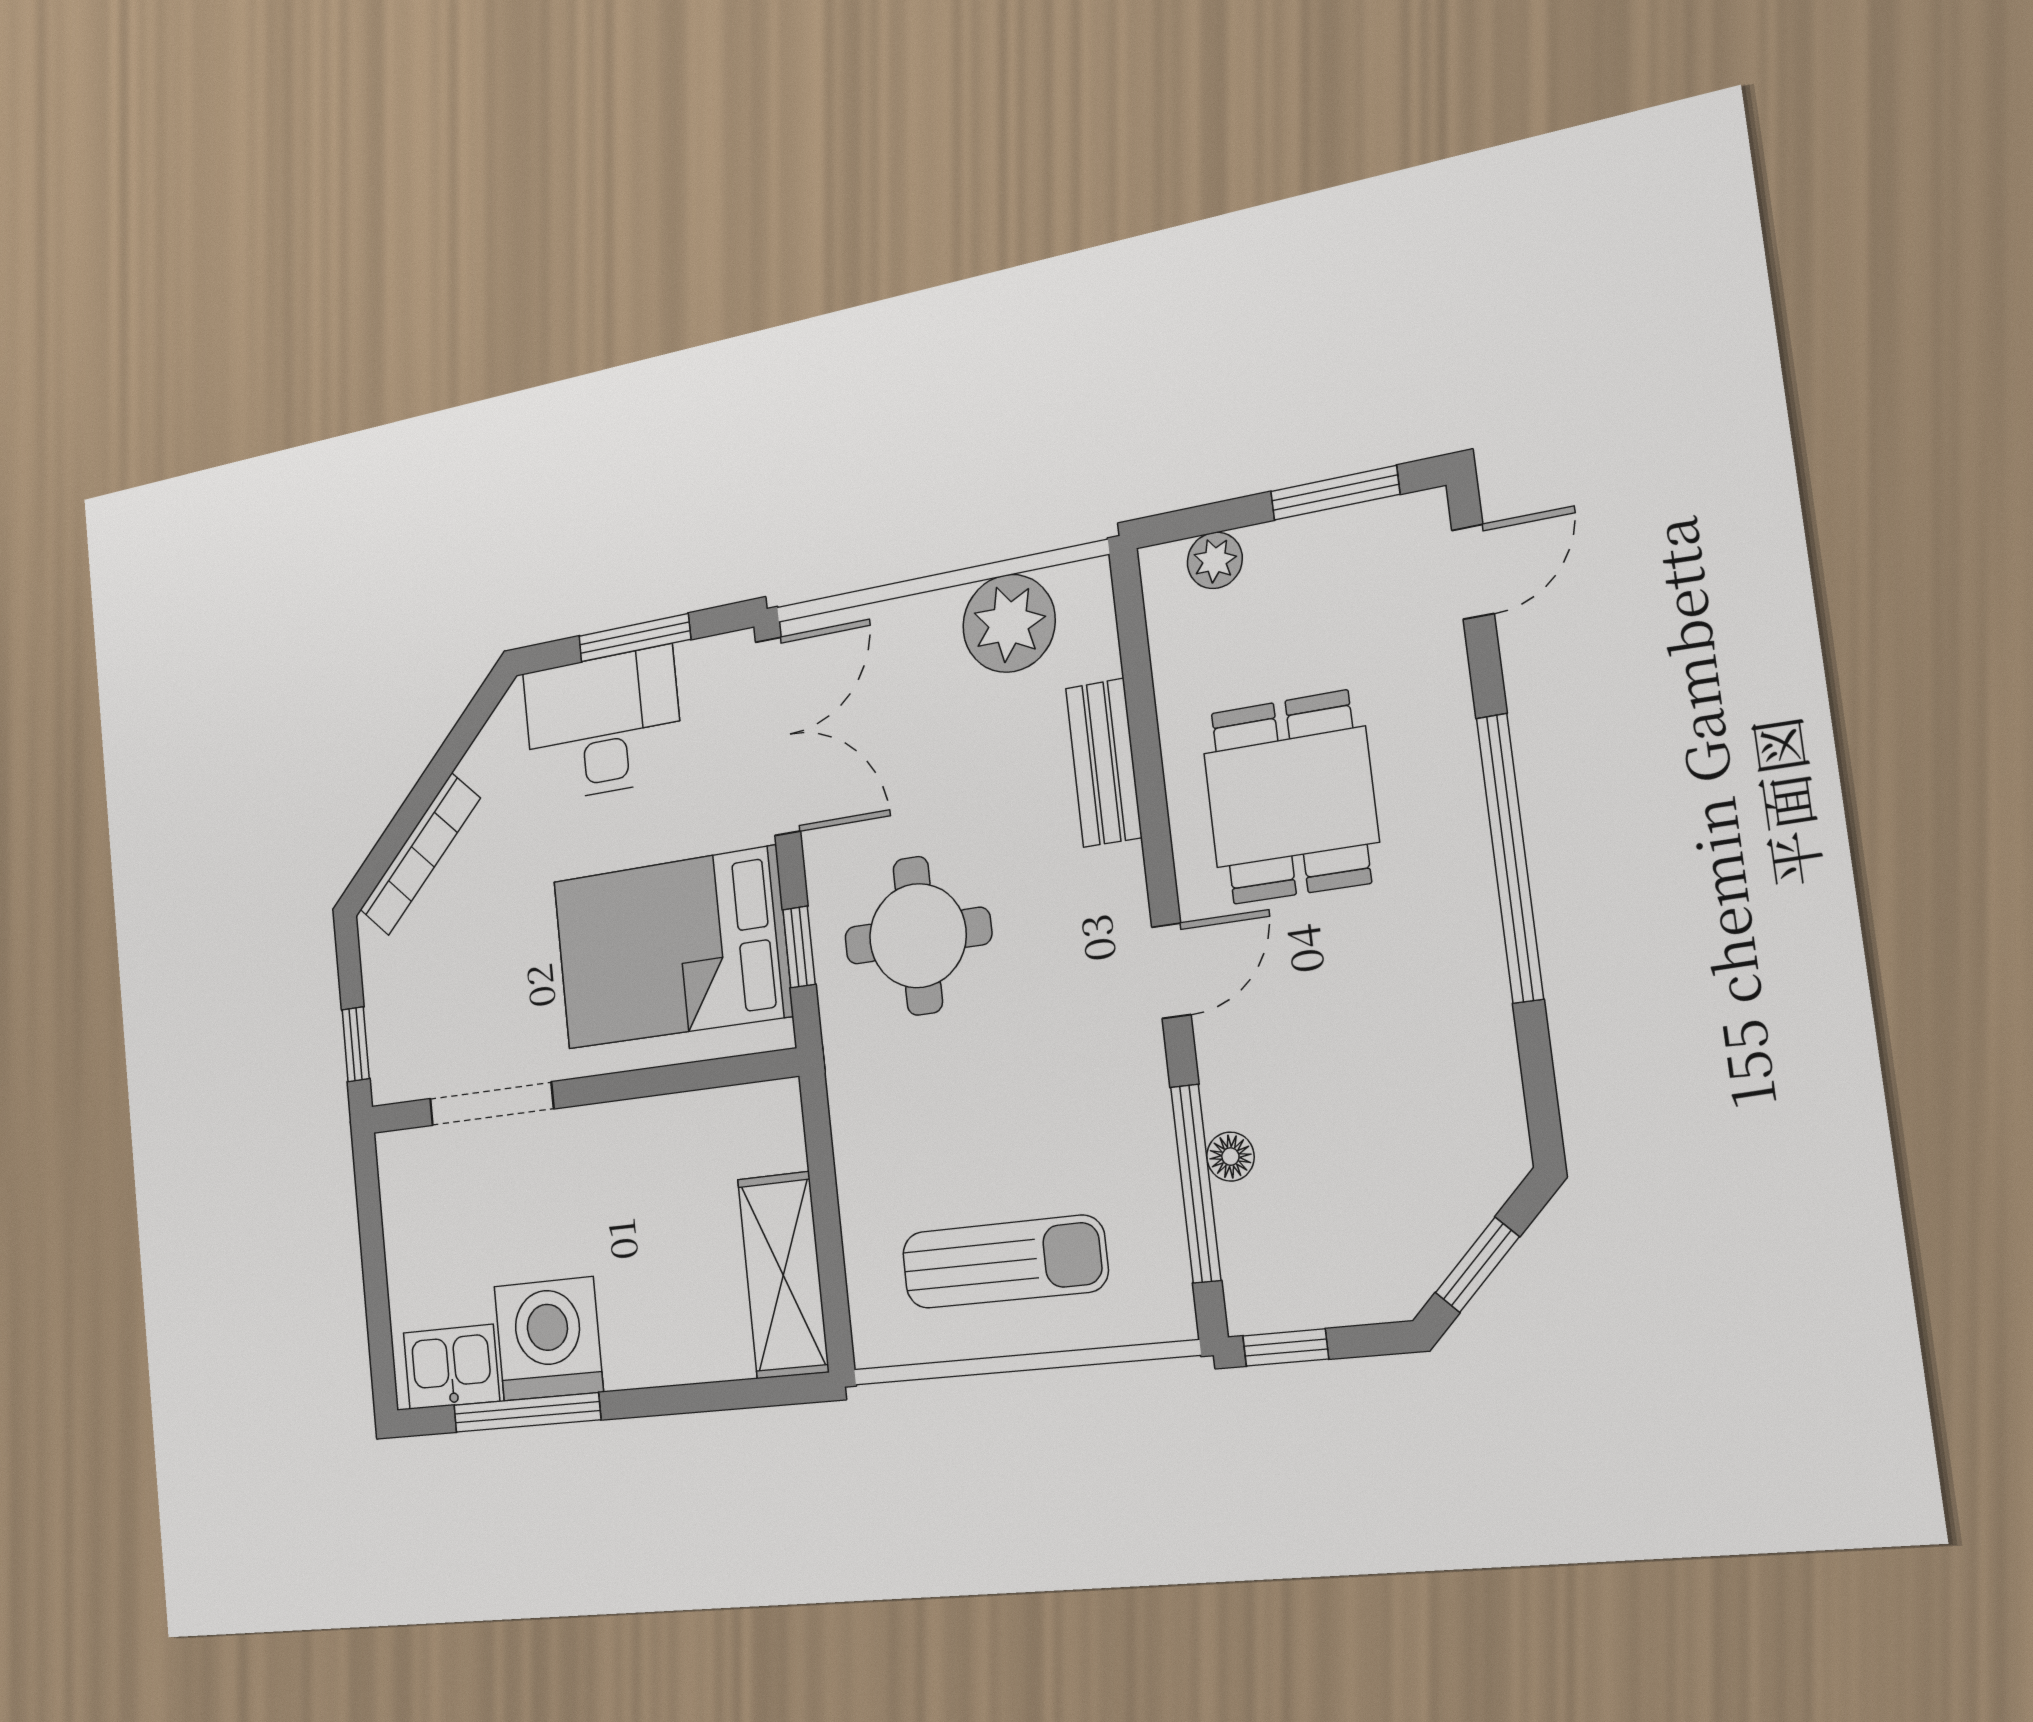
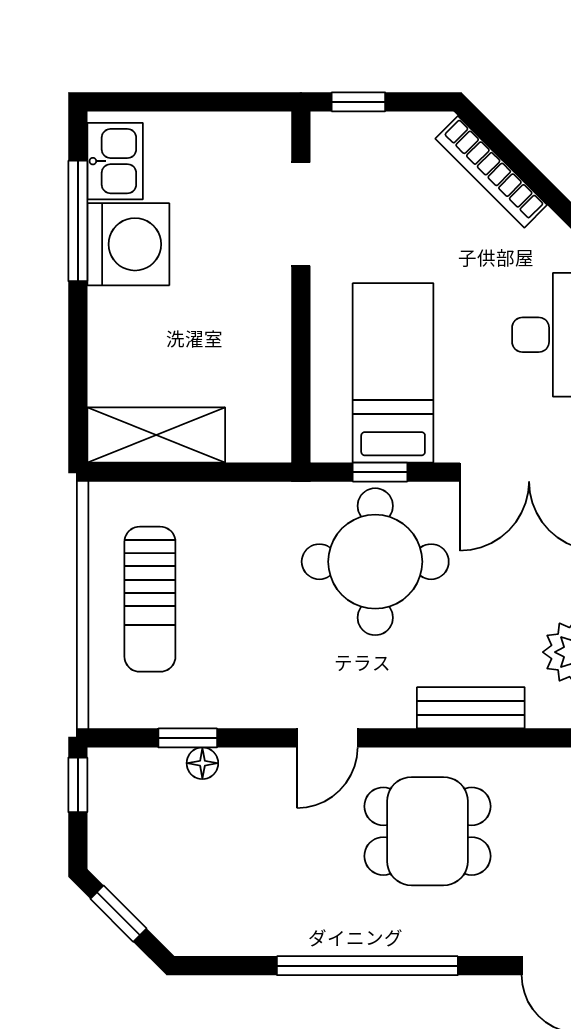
round table: (918, 936) -> (375, 562), width x1.36, depth x1.36
bed: (672, 948) -> (393, 373), width x0.67
door: (1171, 971) -> (327, 738), hinge flipped
window: (1196, 1183) -> (188, 738), width x0.46

